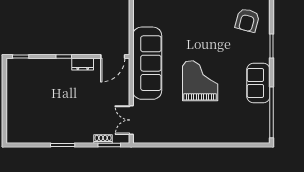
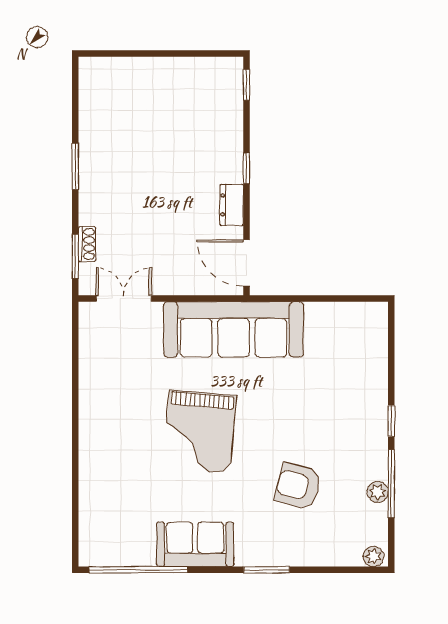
armchair: (247, 20) -> (298, 486), moved
grand piano: (200, 81) -> (200, 432), turned 95

